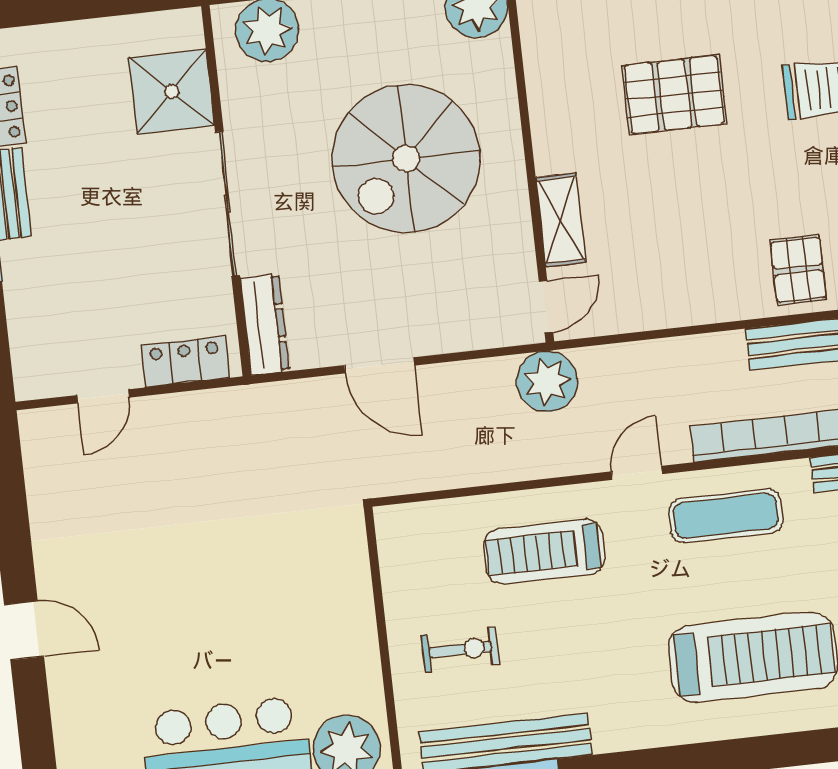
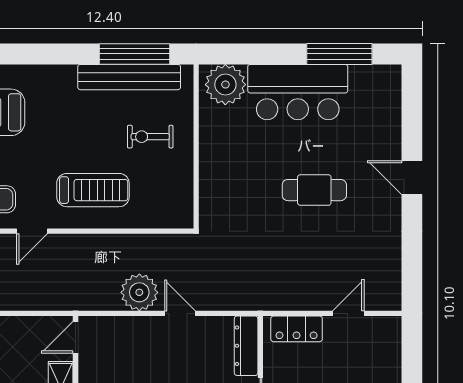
door: (379, 365) -> (180, 313), width x0.73
plant: (547, 381) -> (139, 292), moved
cafe table: (182, 592) -> (314, 190), added

